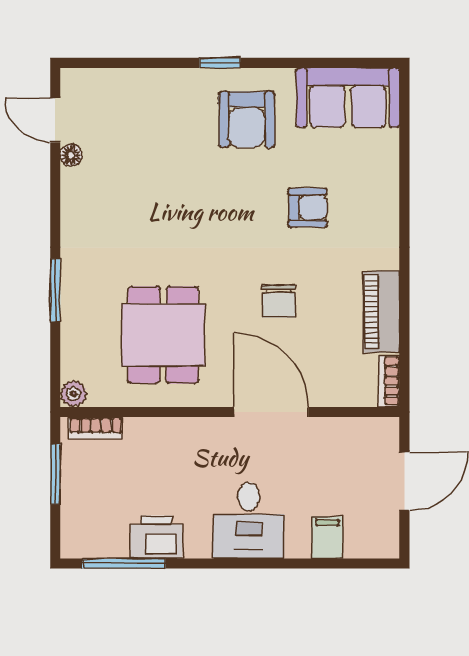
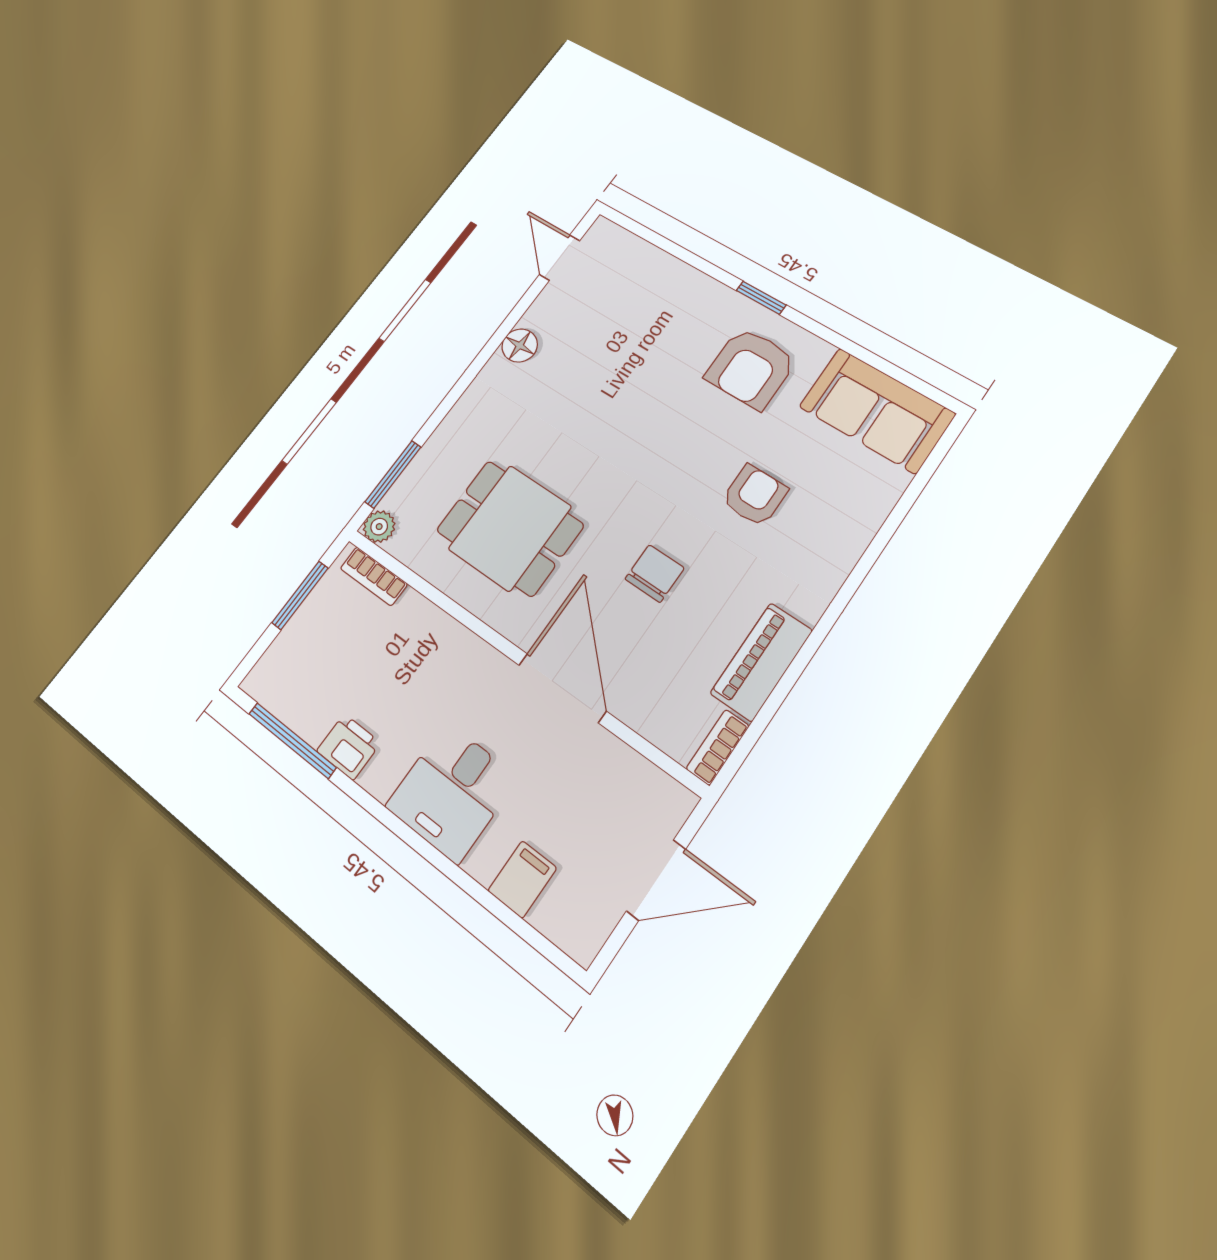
floor lamp: (71, 155) -> (520, 346), moved, width x1.37, depth x1.37
armchair: (307, 207) -> (755, 495), turned -90
window: (55, 290) -> (393, 474), moved
chair: (279, 301) -> (655, 573), turned 180
dining table: (163, 335) -> (510, 528), turned 90
printer: (156, 537) -> (349, 747), width x0.73, depth x0.81

